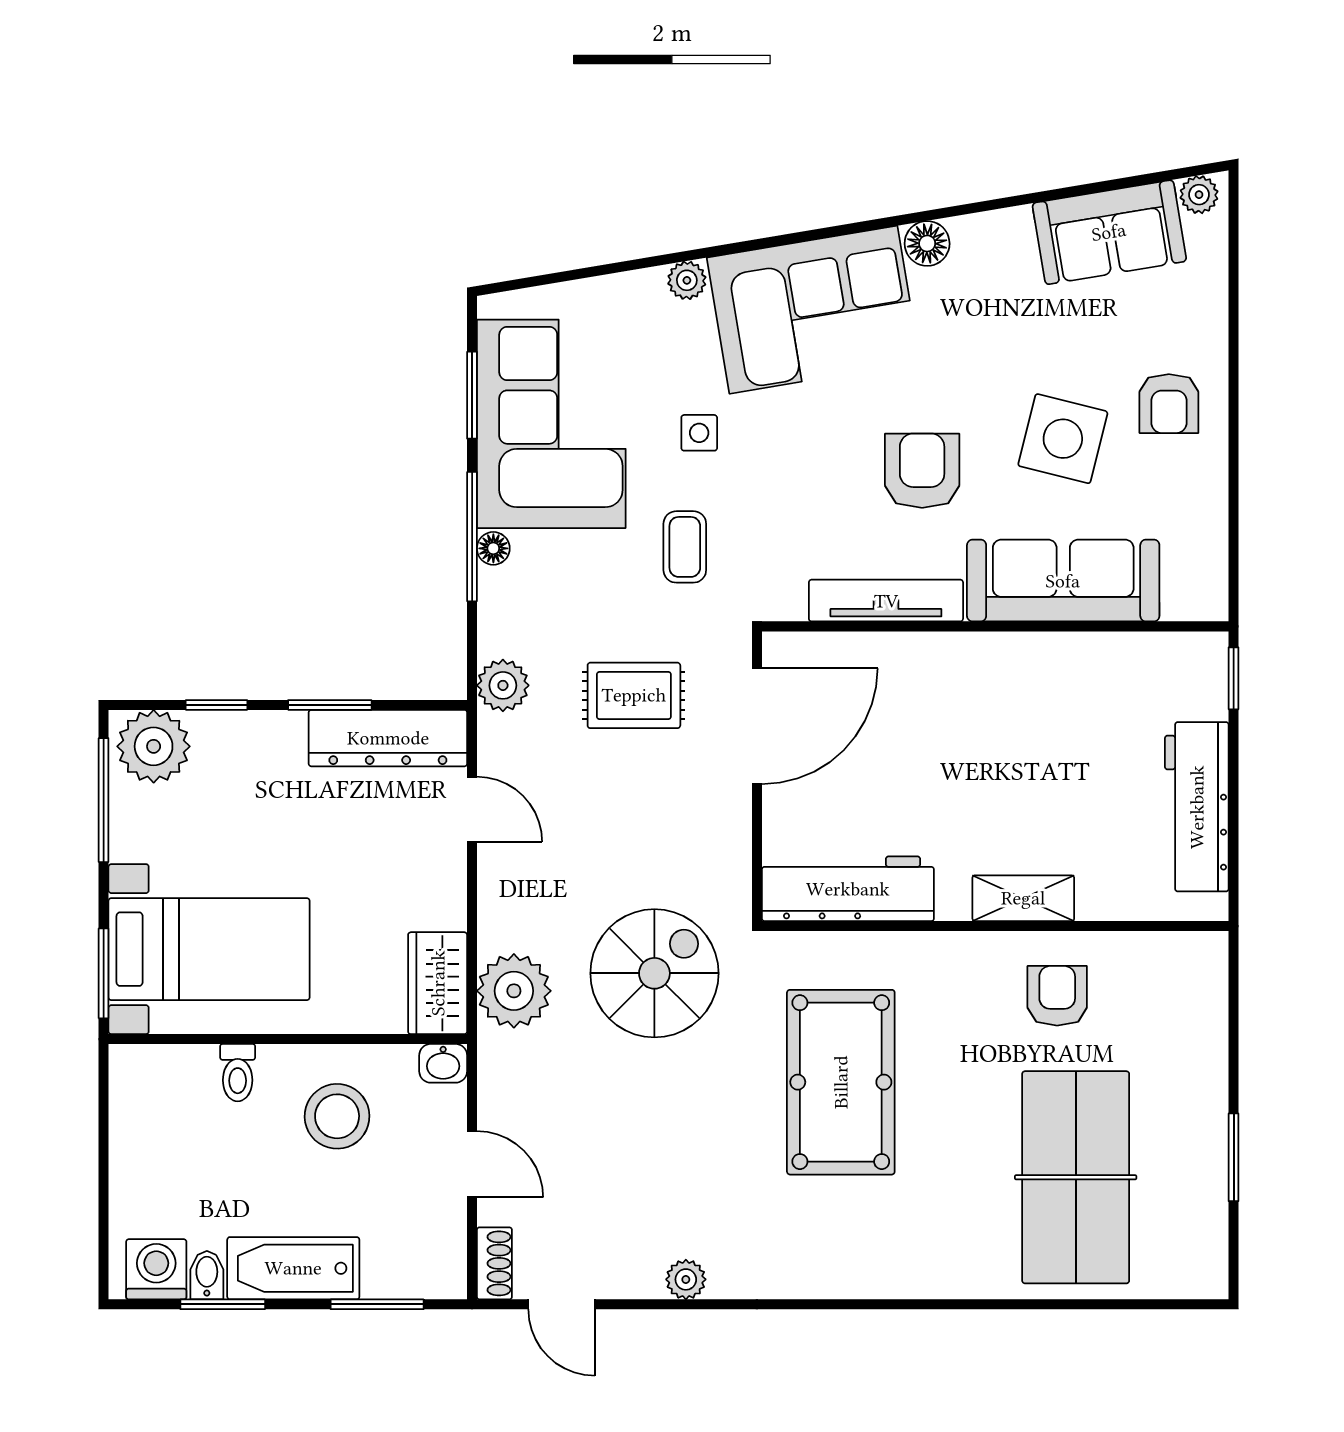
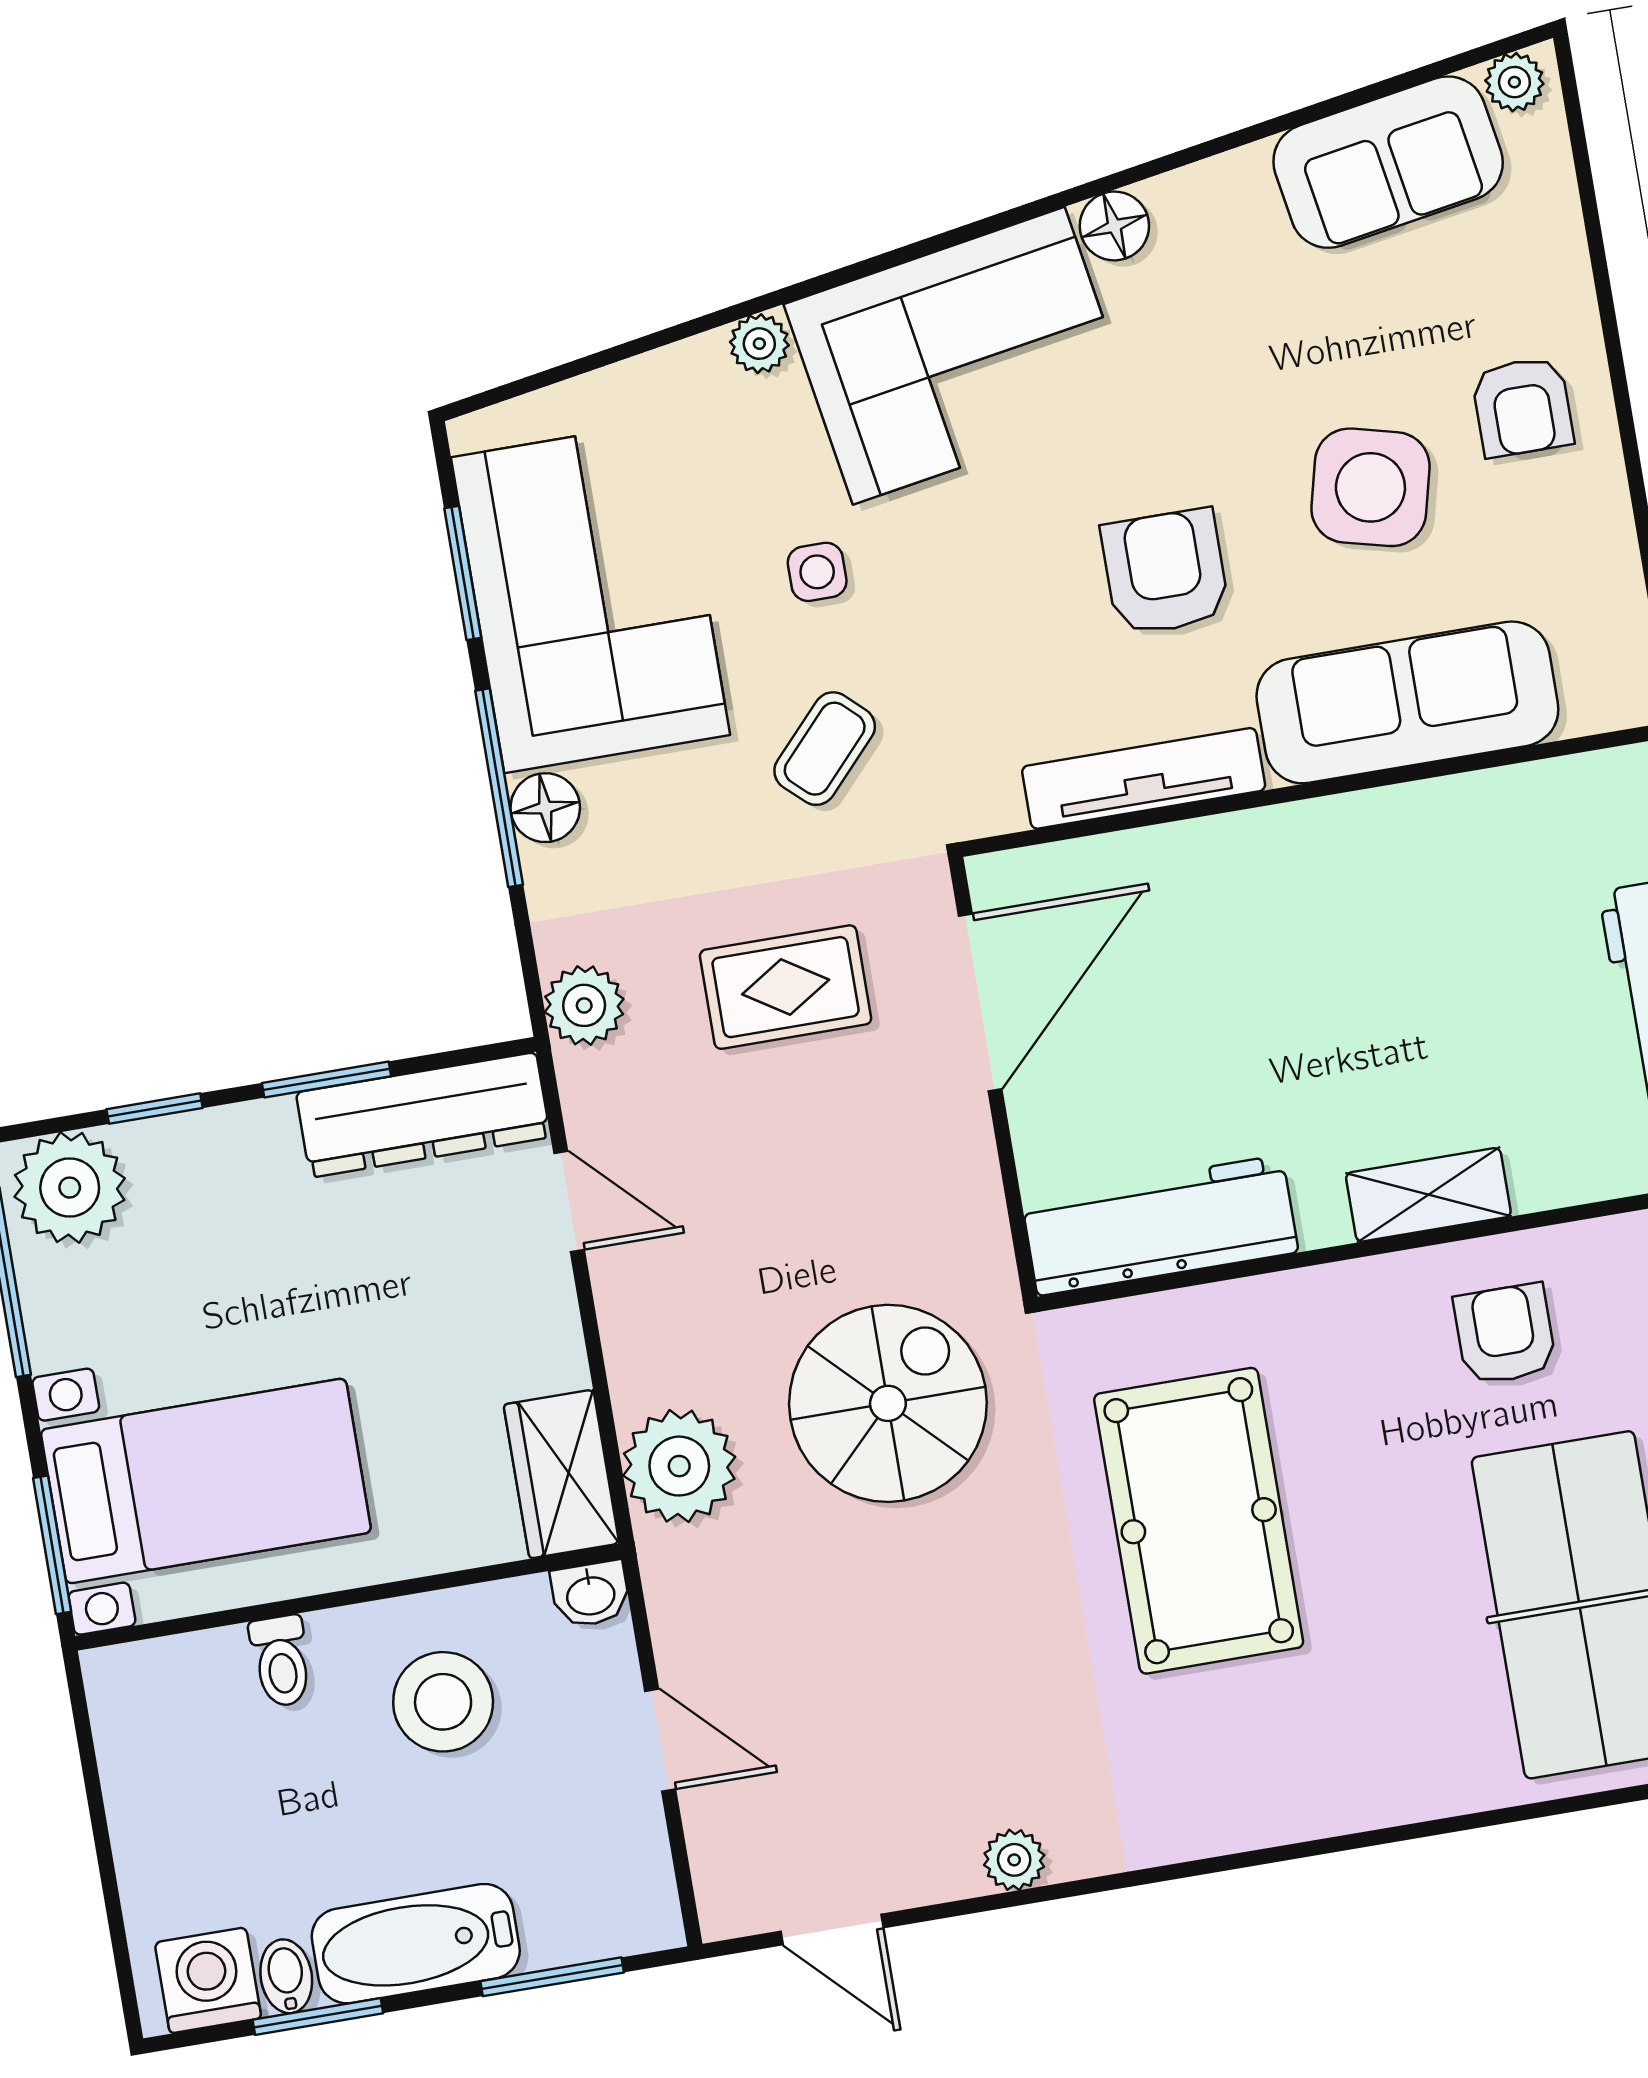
coffee table: (685, 547) -> (825, 749), turned 43
floor lamp: (493, 548) -> (545, 808), width x1.37, depth x1.37
shoe rack: (494, 1263) -> (720, 1885), removed

